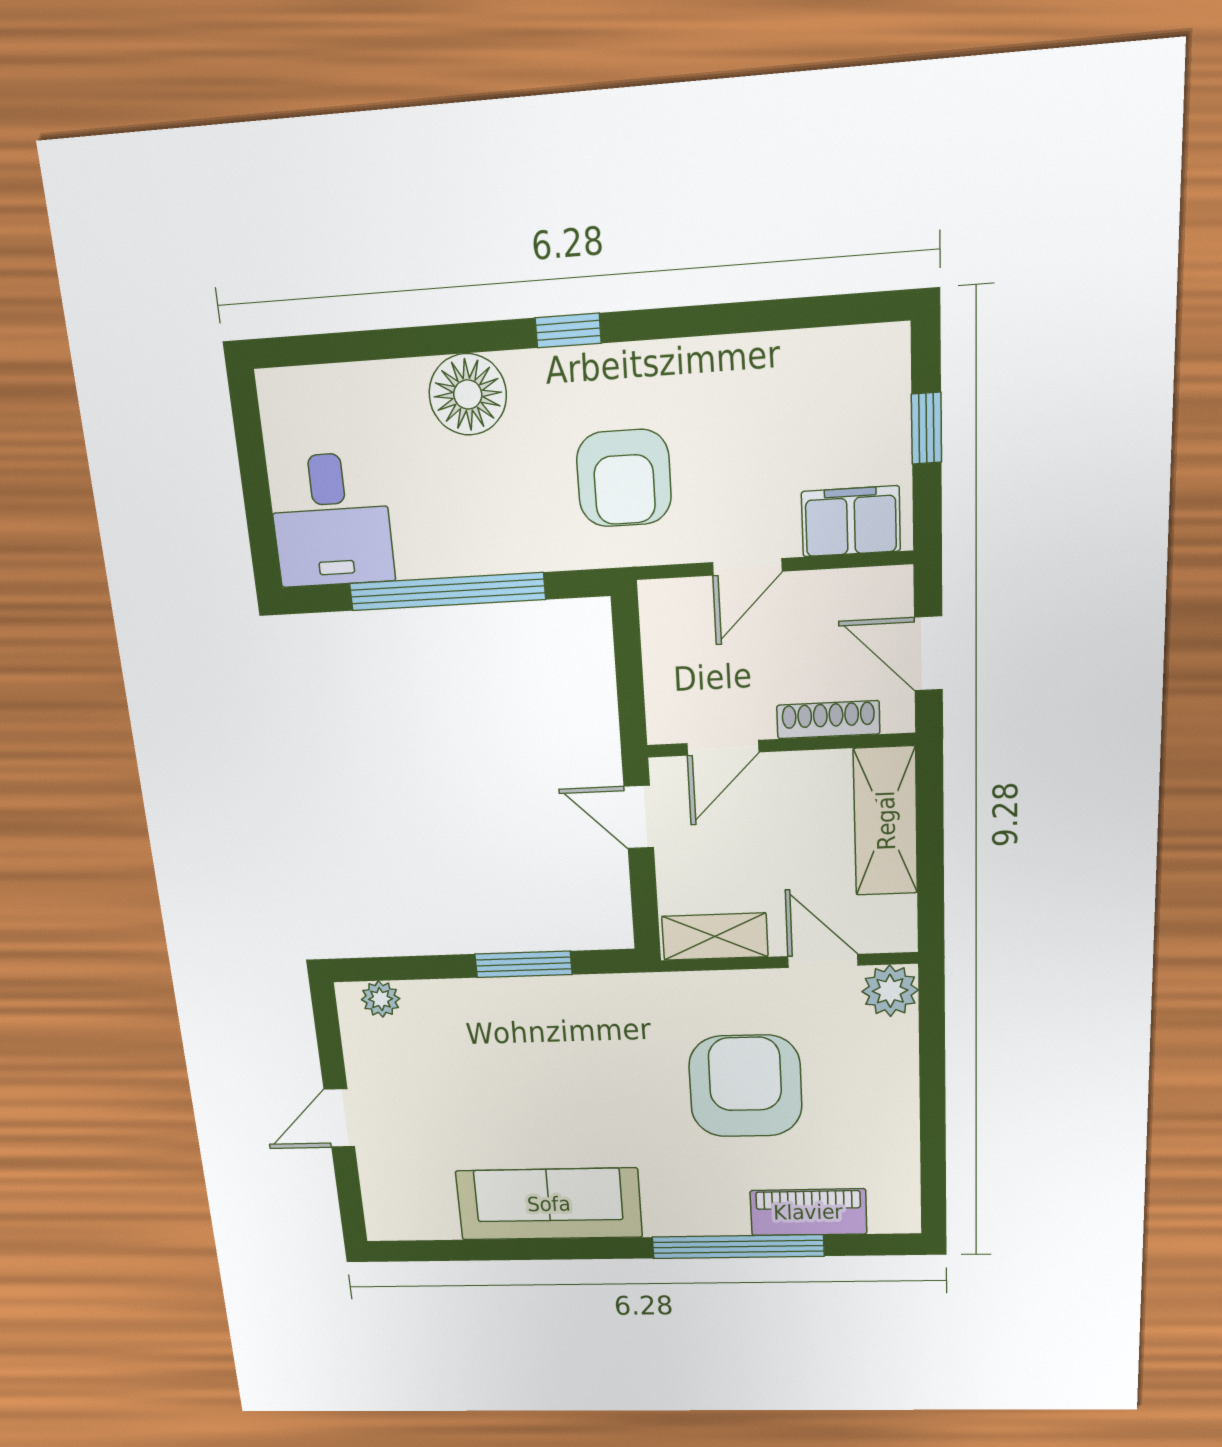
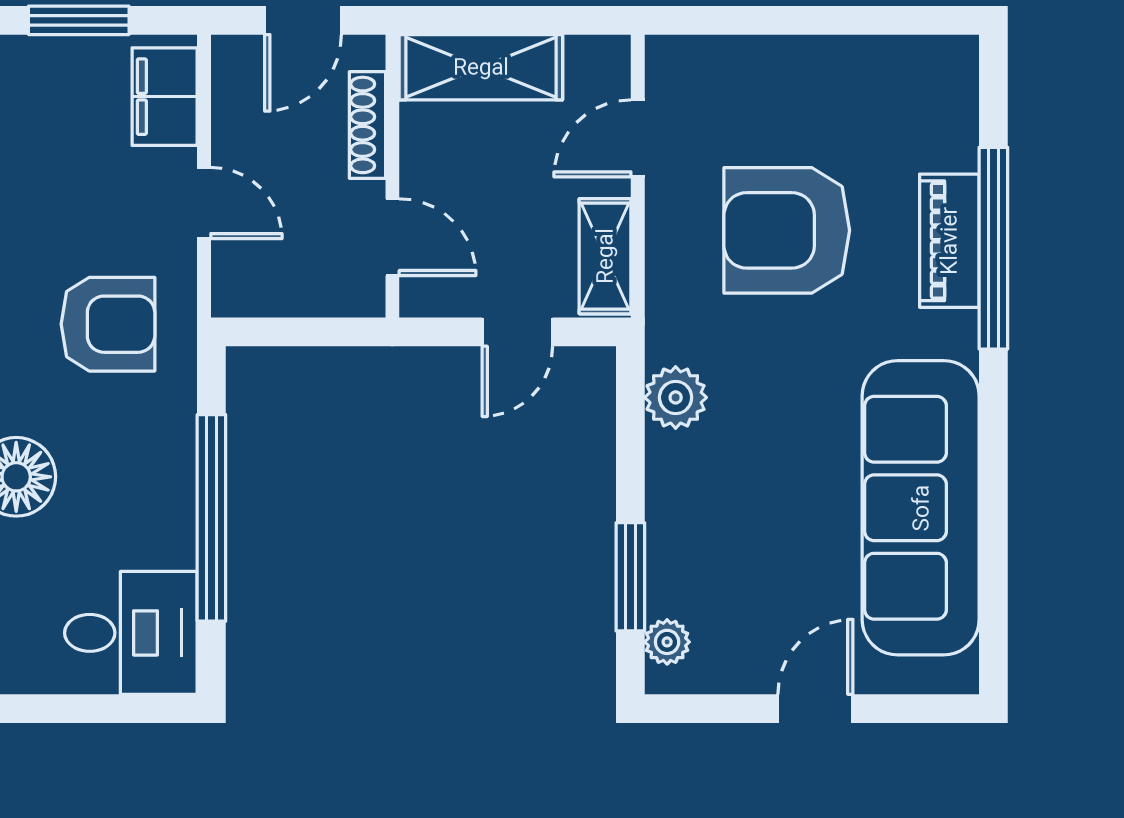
window: (926, 428) -> (79, 20), width x1.50
door: (639, 817) -> (517, 332), moved
window: (523, 964) -> (630, 577), moved
plant: (890, 991) -> (676, 397), moved
door: (339, 1118) -> (815, 709), swing flipped
sofa: (549, 1204) -> (921, 508), width x1.36, depth x1.27
piano: (808, 1212) -> (949, 241), moved

